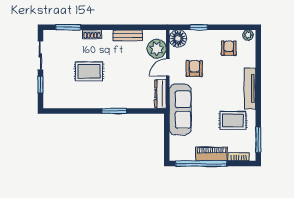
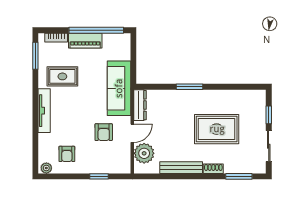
bench: (127, 35) -> (181, 168), width x1.36
floor lamp: (178, 39) -> (121, 164), removed
rug: (89, 71) -> (217, 129), width x1.36, depth x1.43

